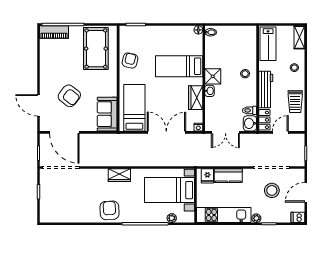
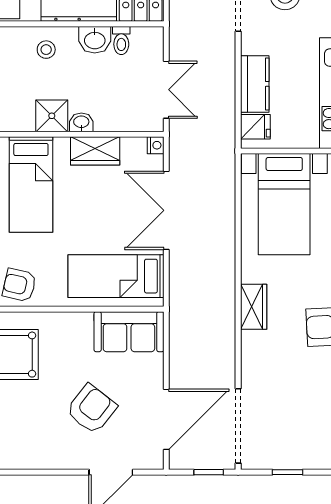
washbasin: (250, 123) -> (95, 40), moved

